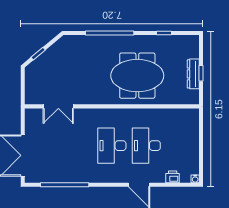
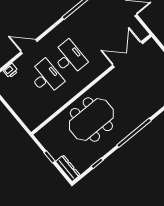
dresser: (193, 74) -> (68, 168), moved
double door: (58, 106) -> (128, 54), width x1.37

